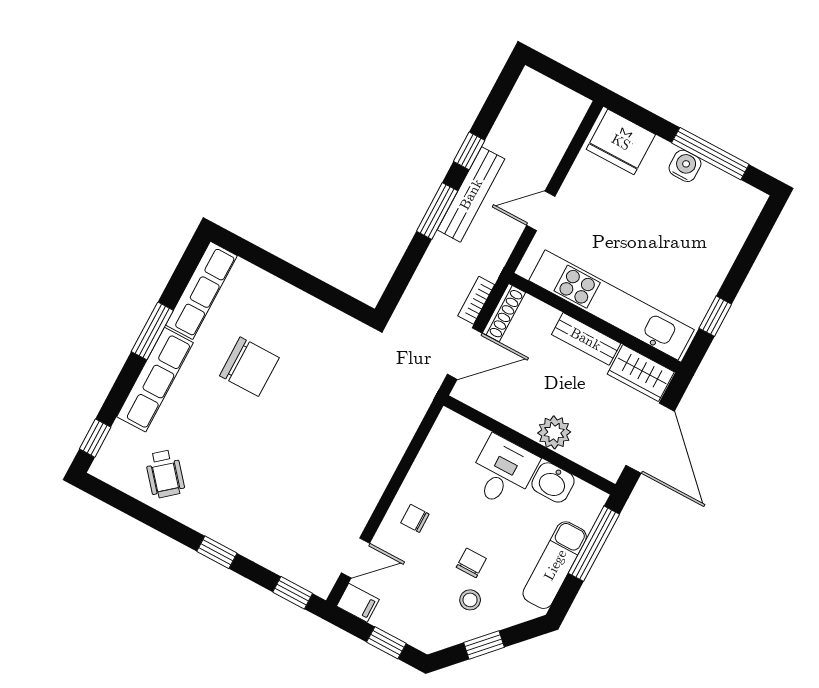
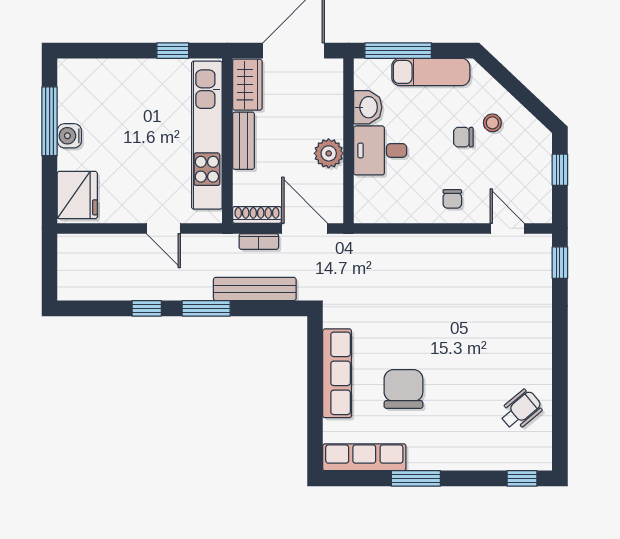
bench: (471, 194) -> (255, 289), moved
row of seats: (155, 380) -> (337, 373), moved, turned 90
plant: (554, 432) -> (329, 153), moved
window: (217, 552) -> (560, 338), removed
filing cabinet: (358, 603) -> (541, 208), removed
window: (484, 645) -> (521, 94), removed

